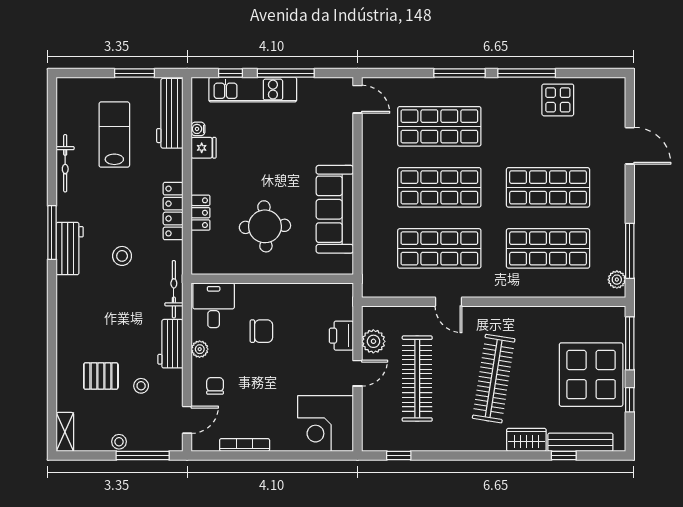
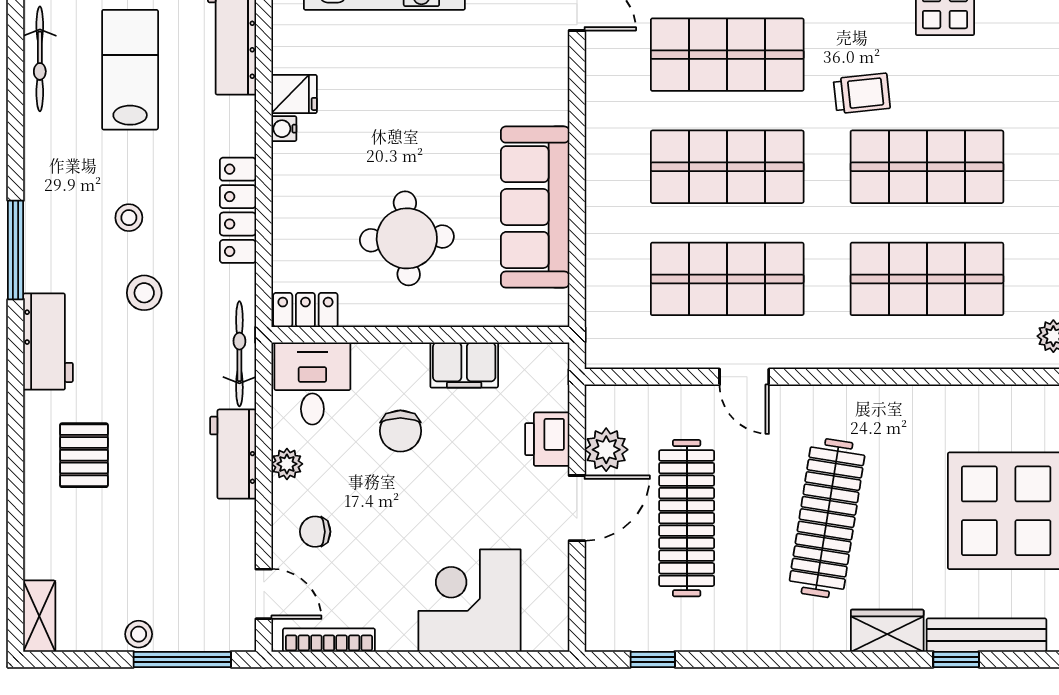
water cooler: (198, 129) -> (284, 129), moved
trolley: (513, 147) -> (862, 93), added
bicycle: (65, 163) -> (40, 59), moved
locker: (201, 213) -> (305, 310), moved, turned -90
workbench: (70, 249) -> (48, 342), moved
filing cabinet: (296, 295) -> (464, 365), added
chair: (261, 331) -> (400, 431), turned 90
door: (358, 373) -> (577, 508), width x1.38
pallet: (101, 376) -> (84, 455), moved, turned 90
stool: (141, 386) -> (129, 218), moved
chair: (215, 386) -> (315, 532), turned -90
door: (187, 420) -> (264, 594), hinge flipped
corner desk: (326, 423) -> (470, 601), moved, turned 90
bookcase: (245, 445) -> (329, 640), moved

